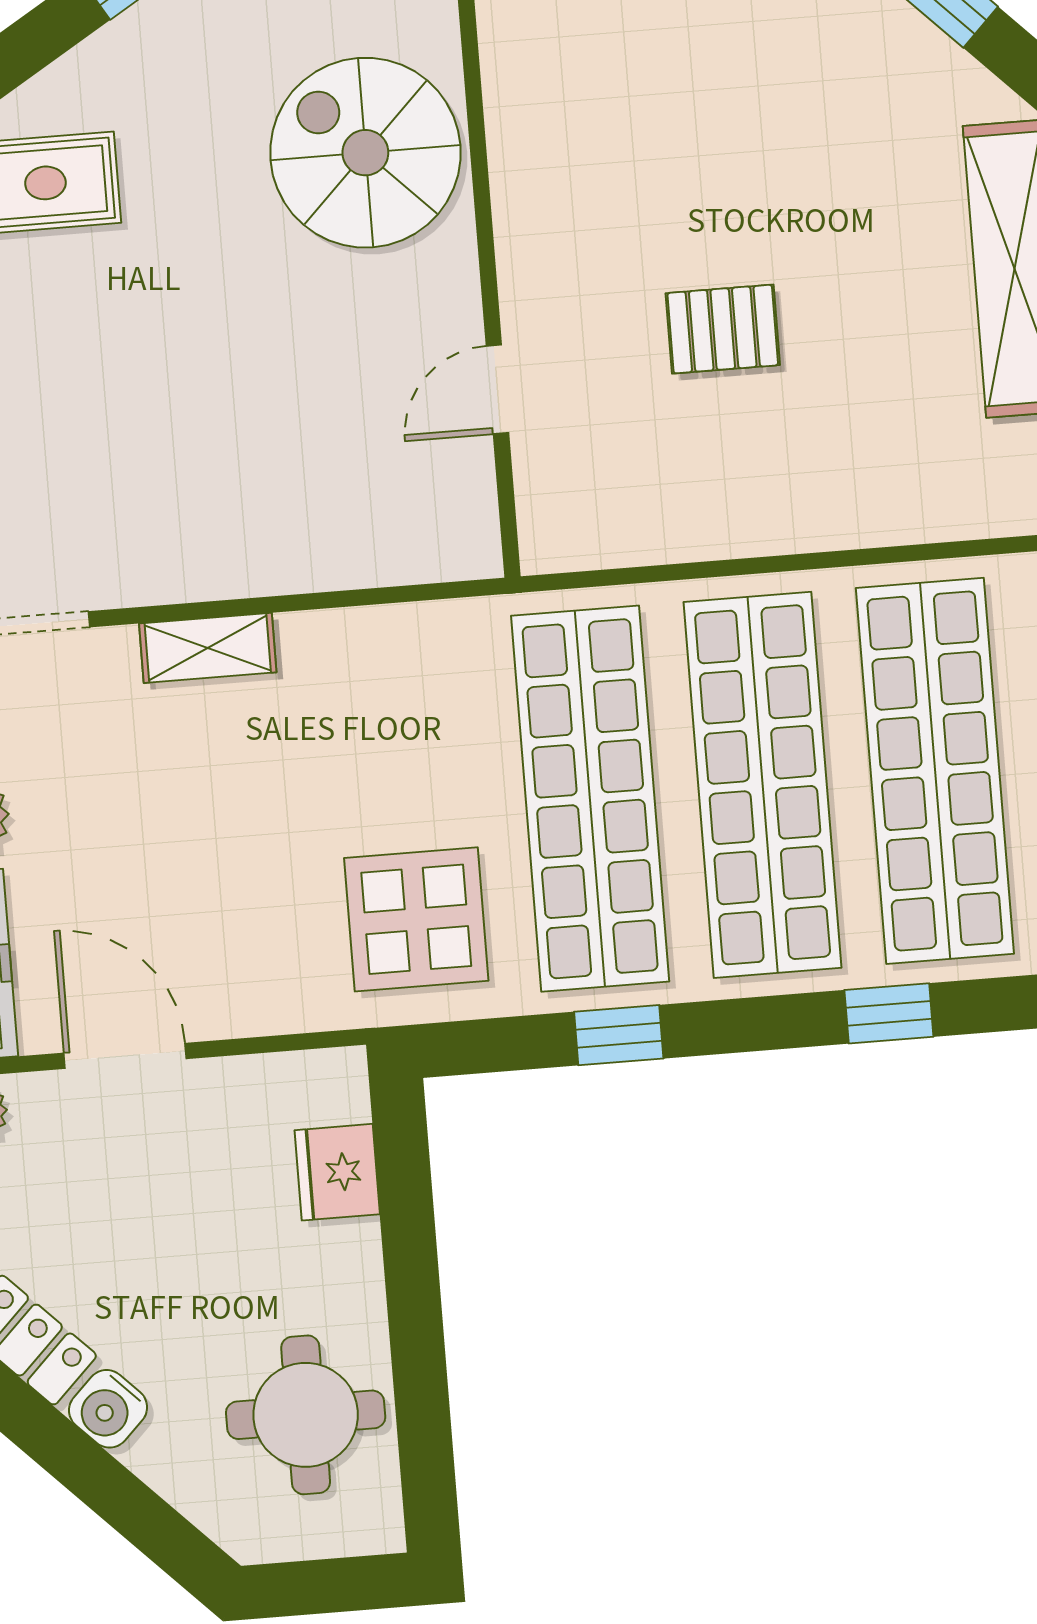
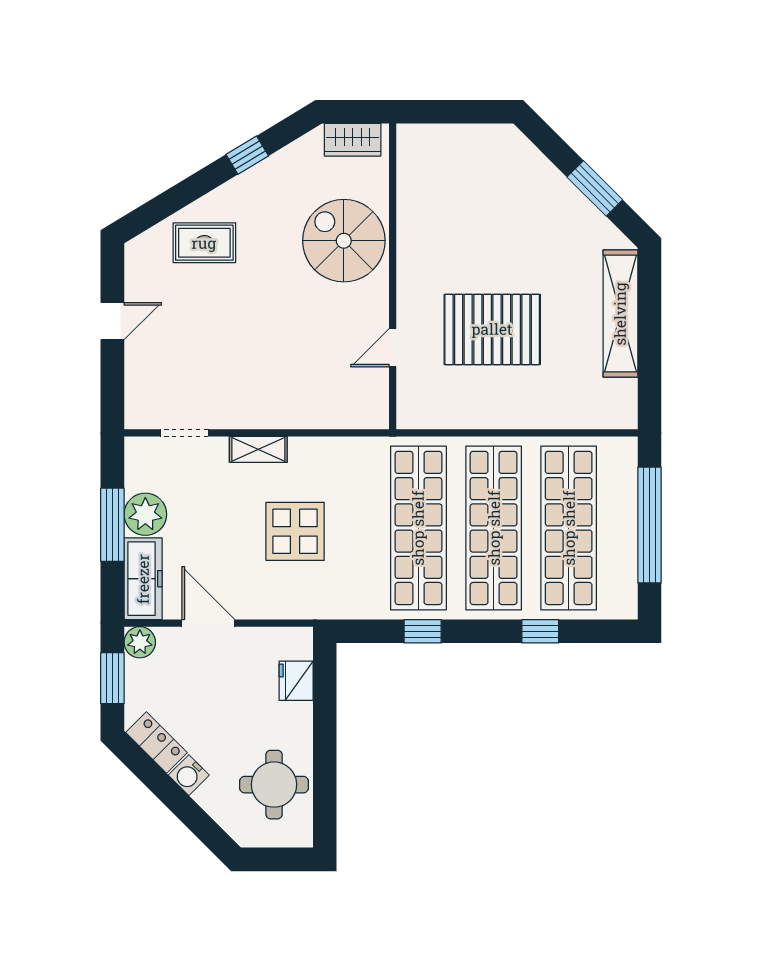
pallet: (723, 329) -> (492, 329), width x2.05, depth x2.00
display table: (416, 919) -> (295, 531), moved

